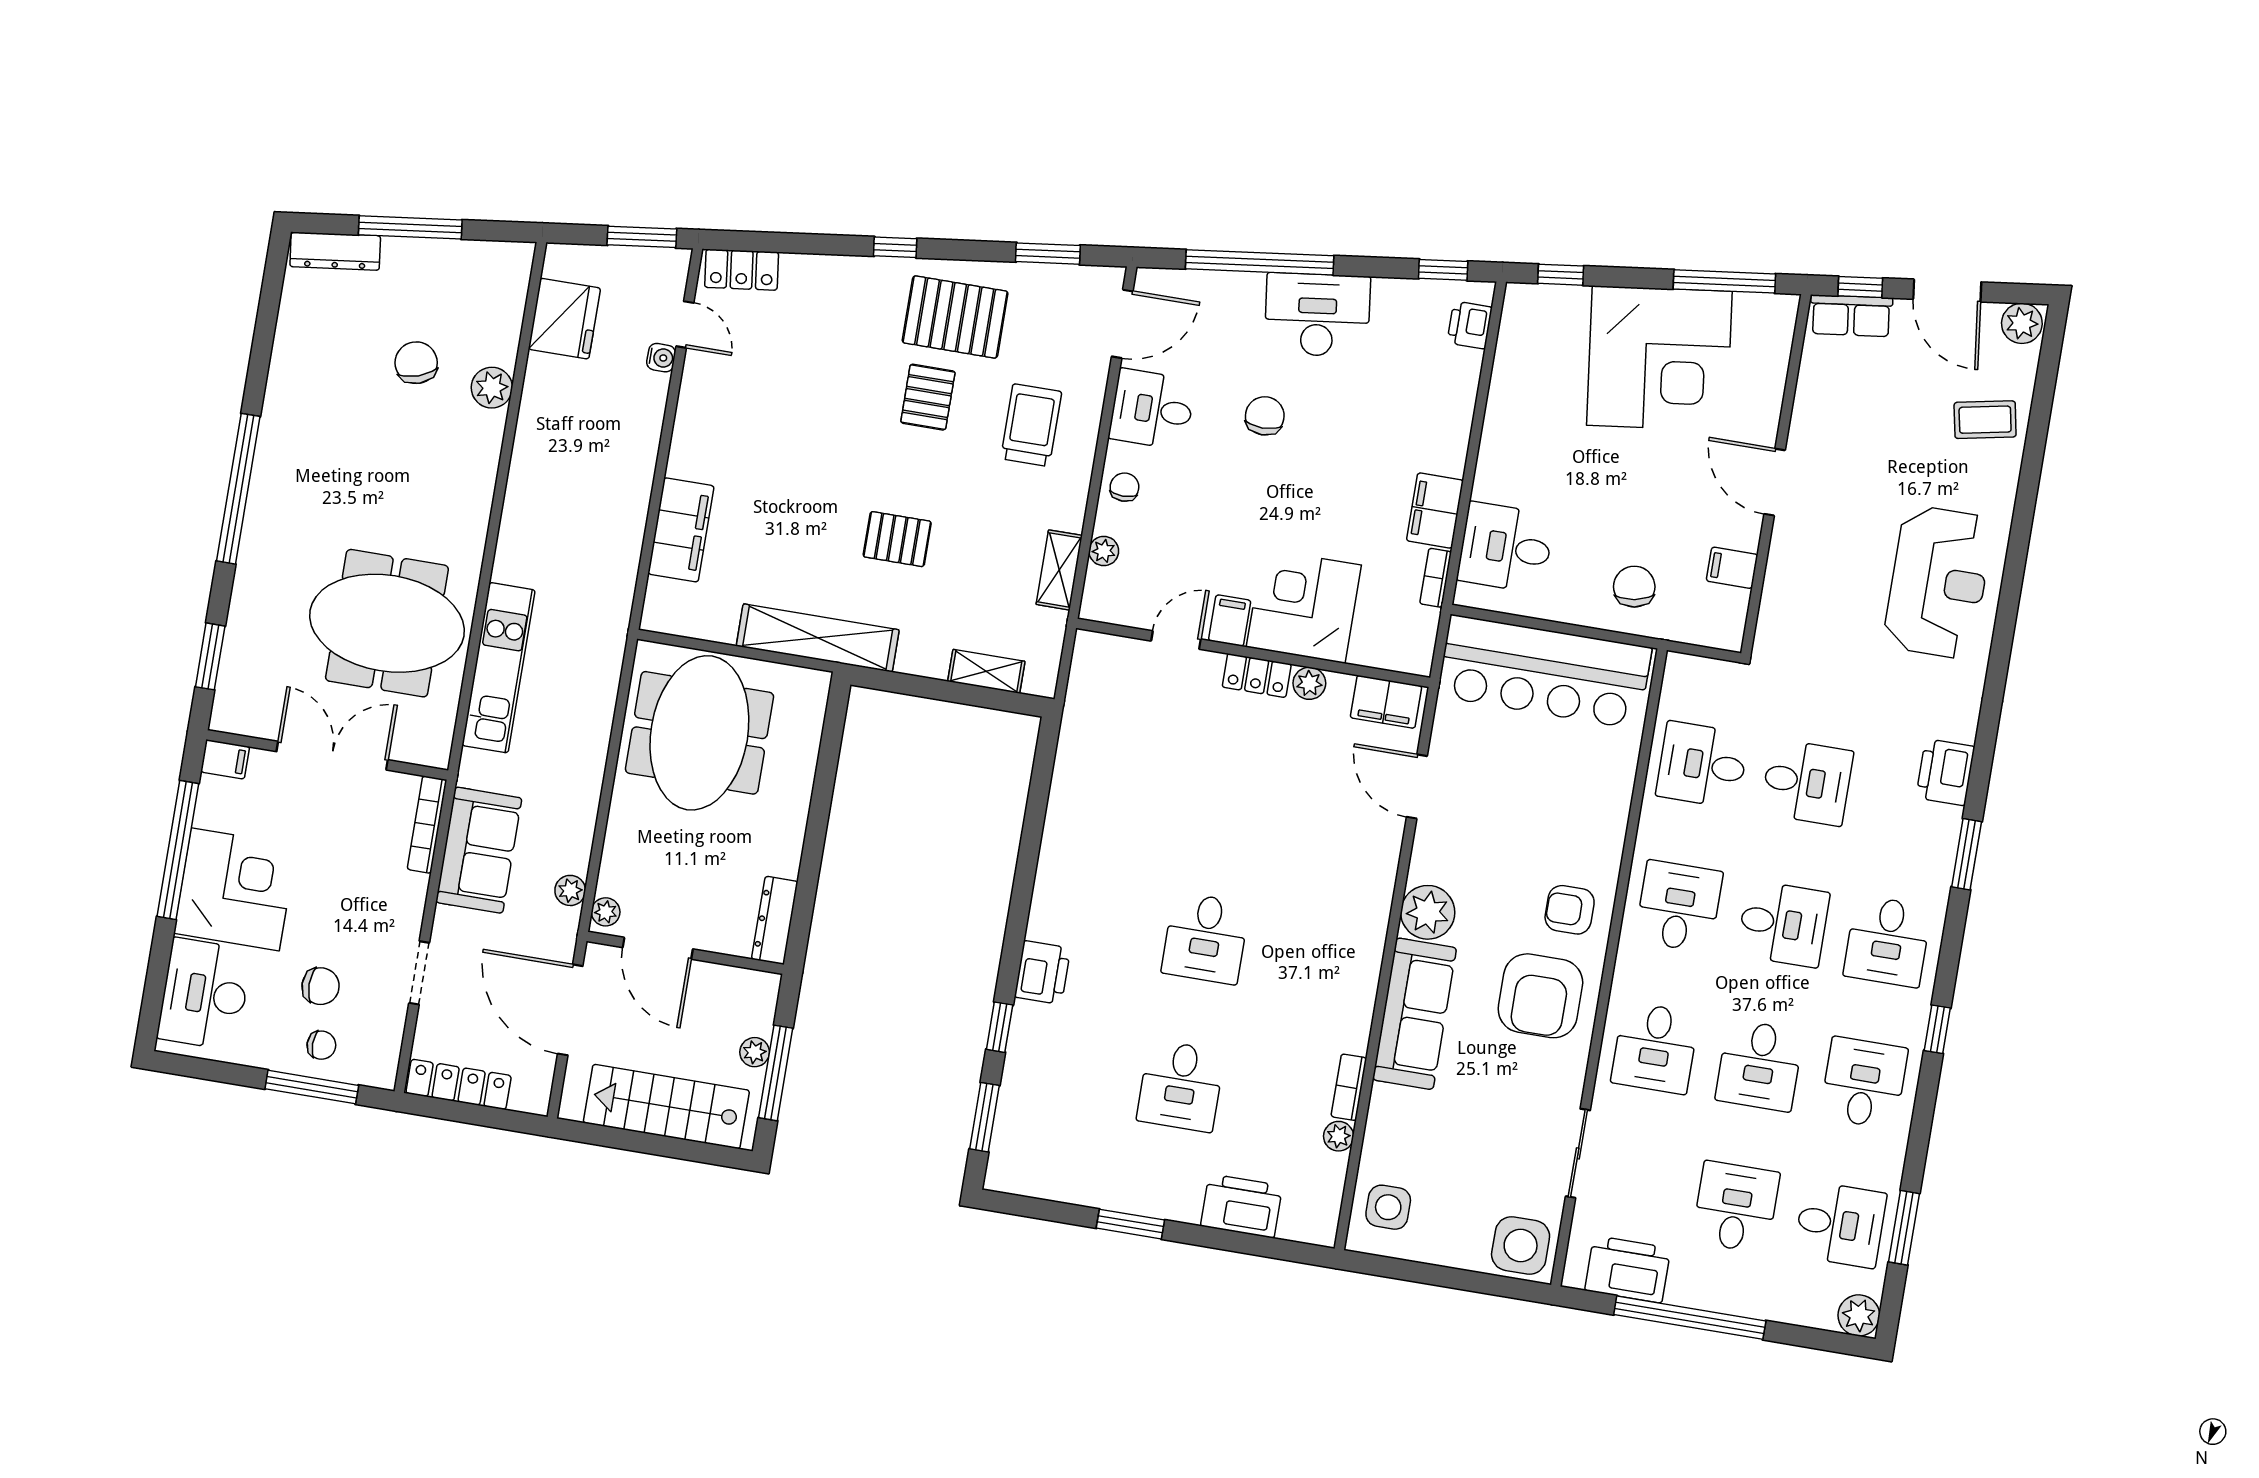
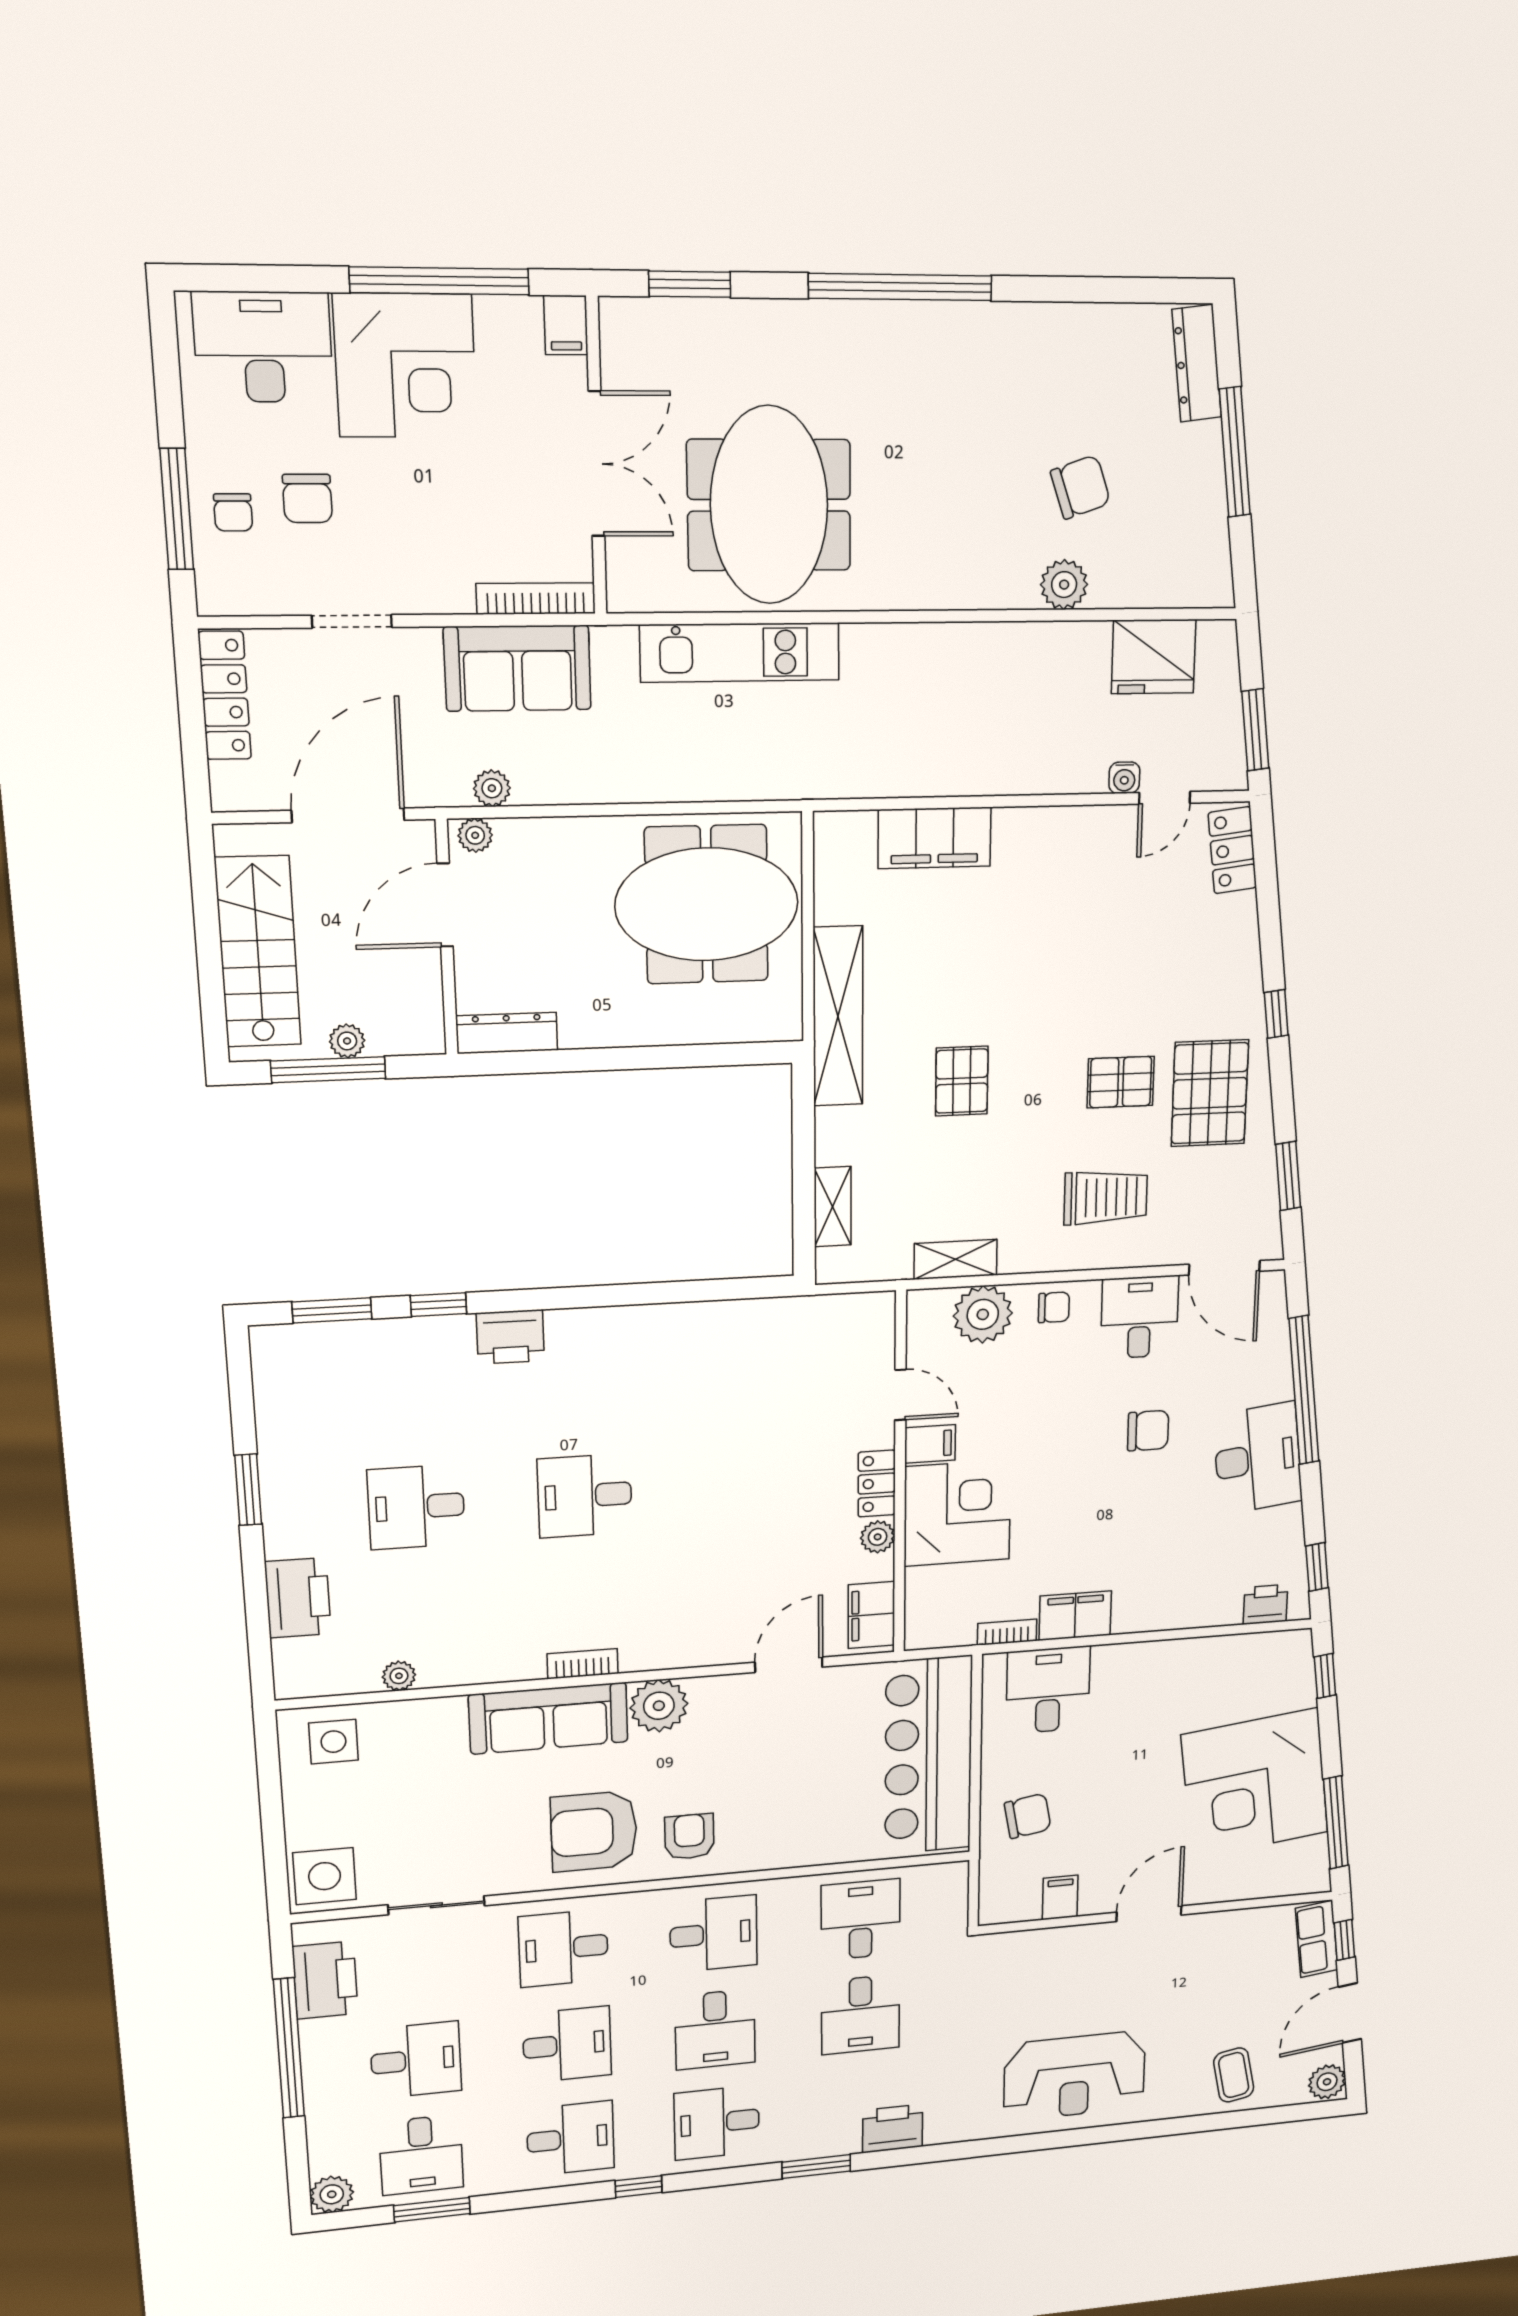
plant: (1104, 551) -> (983, 1314), width x1.88, depth x1.88
desk: (1759, 1065) -> (567, 2045), turned 180
bookcase: (1349, 1087) -> (583, 1664), moved

